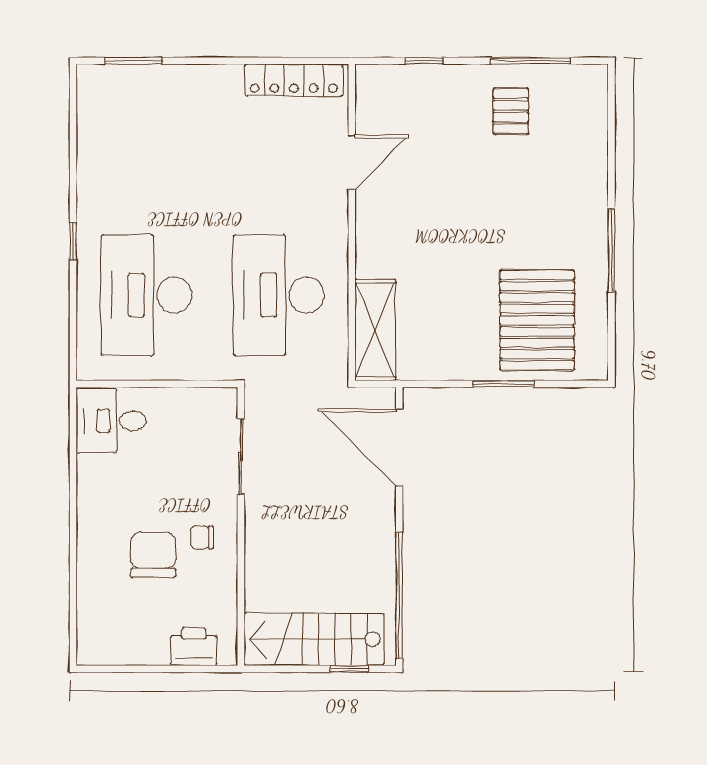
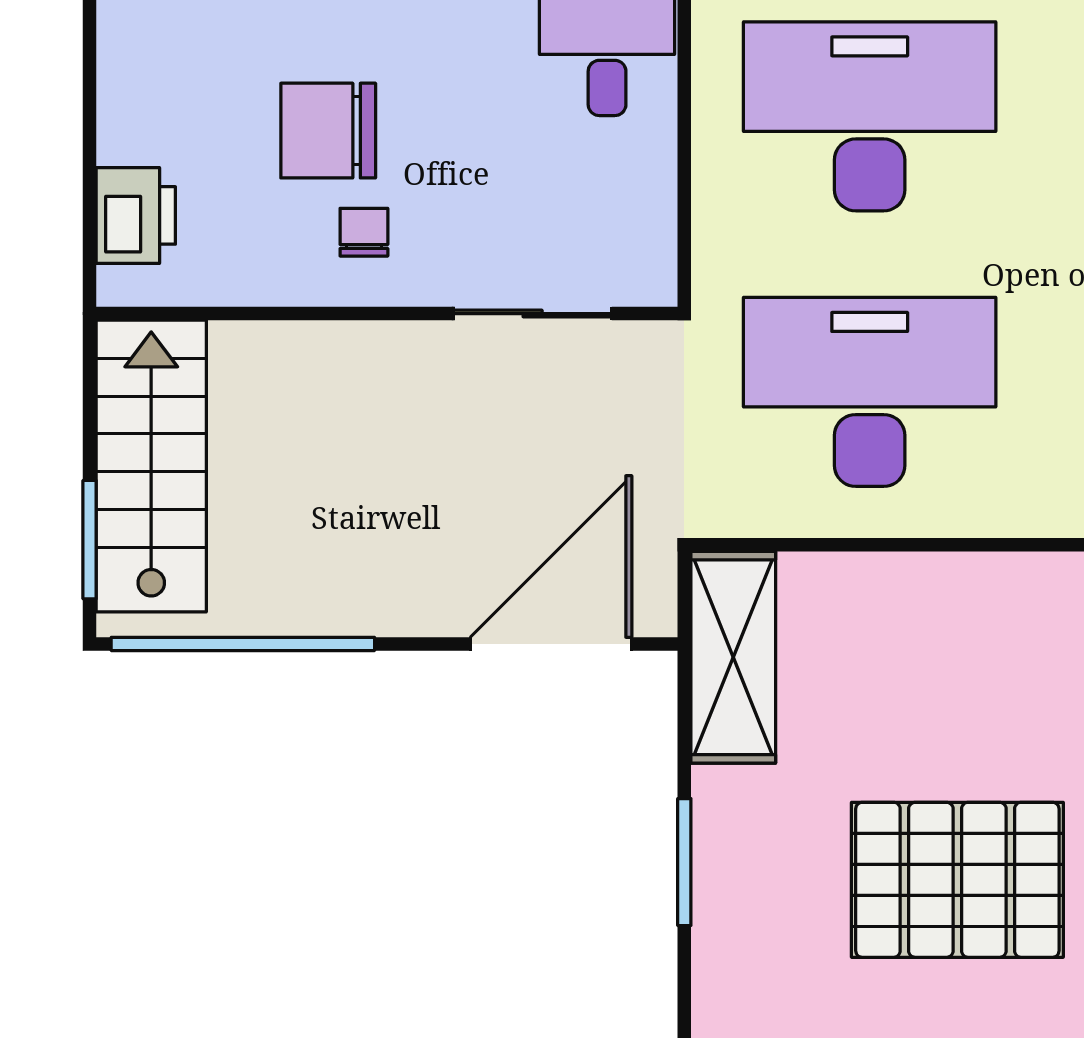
pallet: (537, 320) -> (957, 880), moved
shelving: (375, 330) -> (733, 657), moved, turned 90
chair: (153, 555) -> (328, 131), turned 180
window: (349, 669) -> (90, 540), width x1.50

